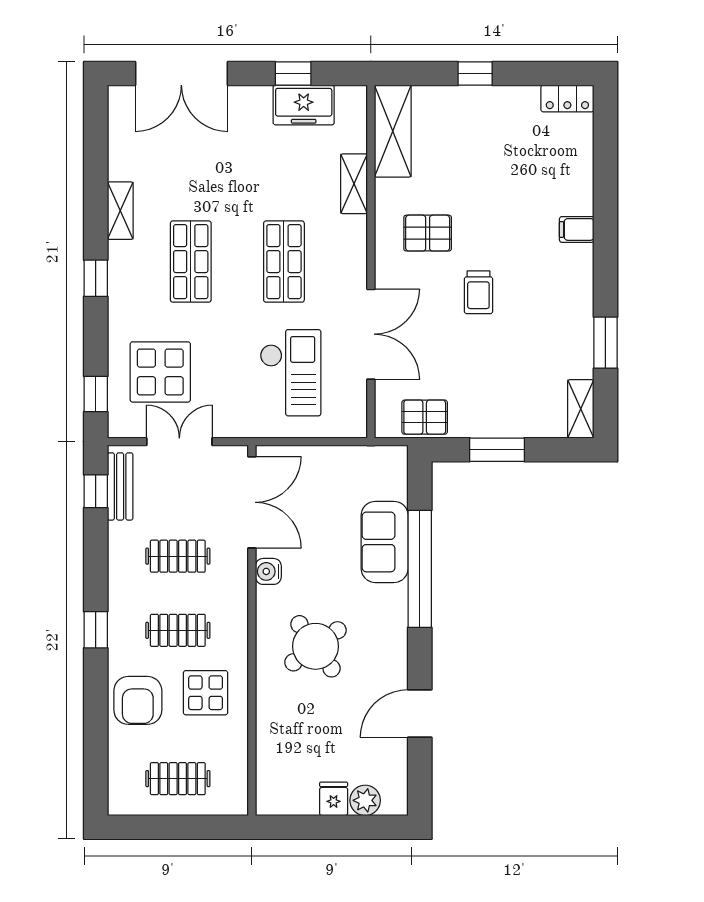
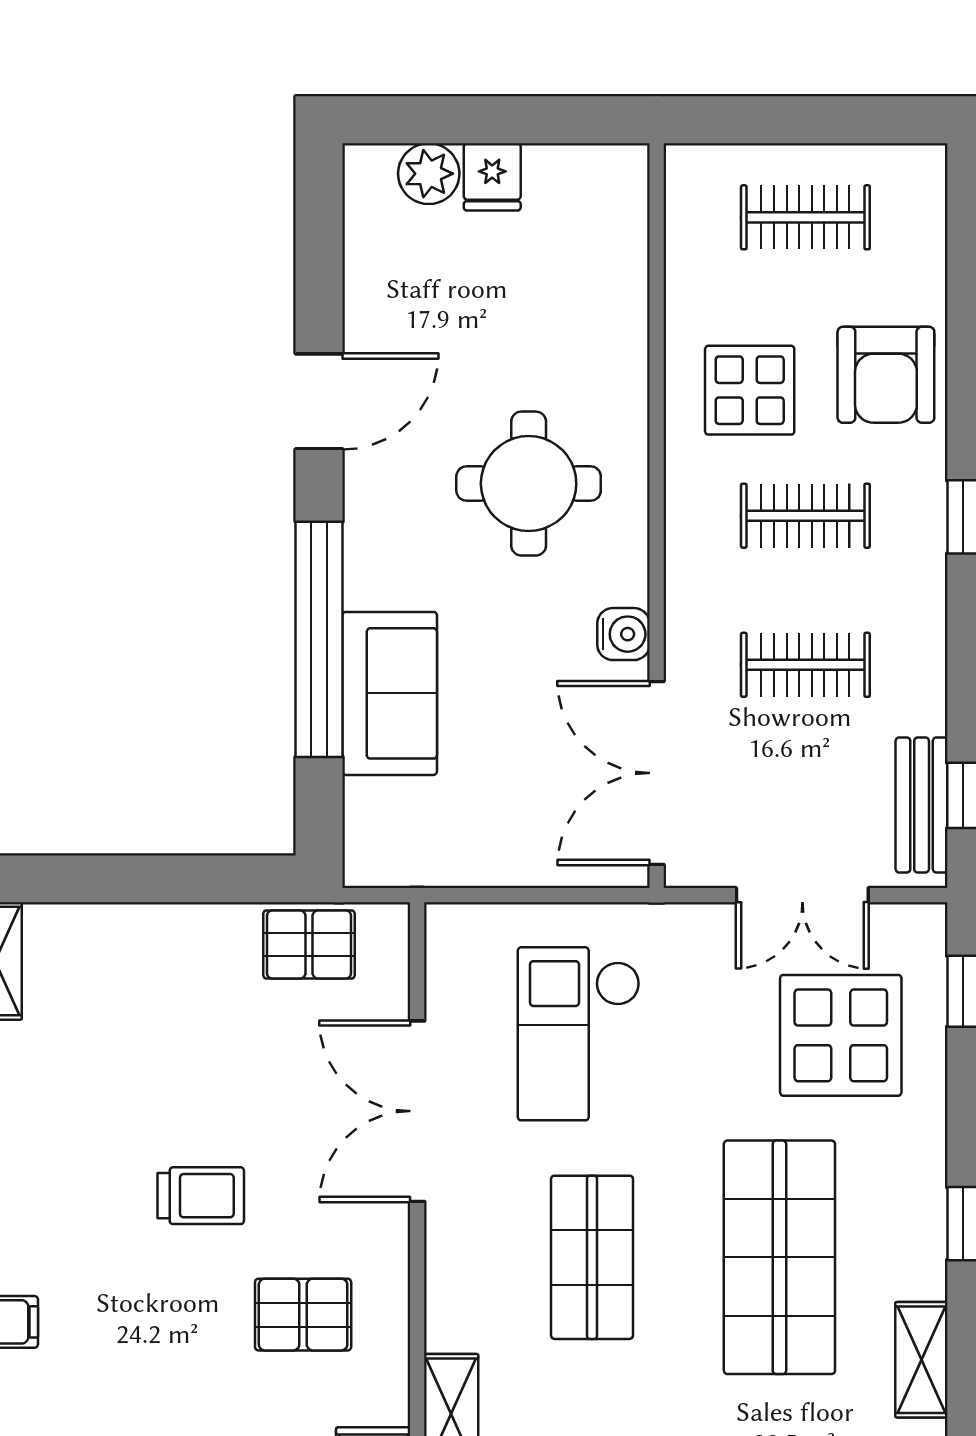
shop shelf: (191, 262) -> (779, 1257), width x1.43, depth x1.36
trolley: (478, 292) -> (201, 1196), turned 90
window: (497, 450) -> (164, 879), removed
round table: (315, 646) -> (529, 484), turned 36
armchair: (138, 700) -> (886, 375), turned 180
door: (420, 714) -> (319, 401), moved

